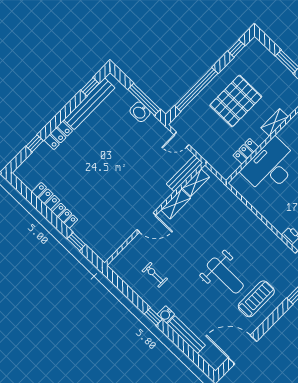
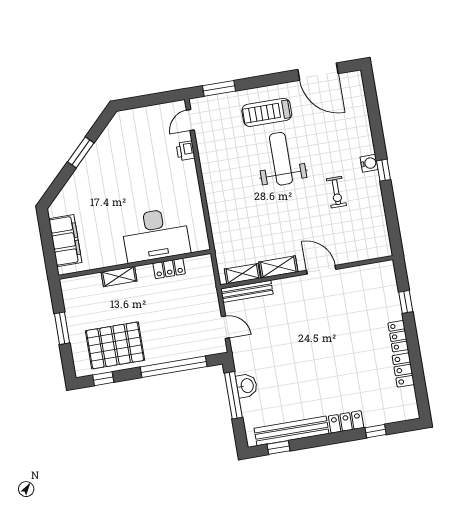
pallet: (236, 101) -> (115, 345), moved
exercise bike: (155, 275) -> (336, 192), moved
bench: (186, 335) -> (364, 128), removed

